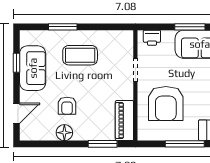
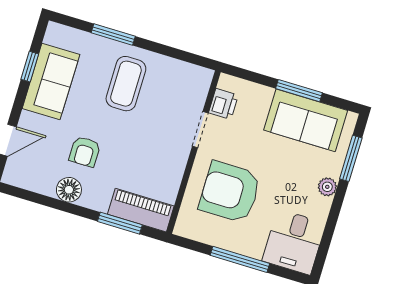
printer: (152, 38) -> (223, 104), moved, turned -90
coffee table: (80, 55) -> (126, 84), turned 90
armchair: (166, 104) -> (230, 192), turned 90
piano: (124, 121) -> (141, 210), moved, turned 90

